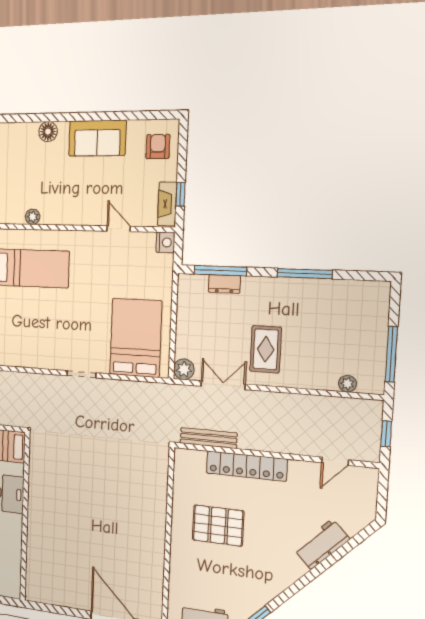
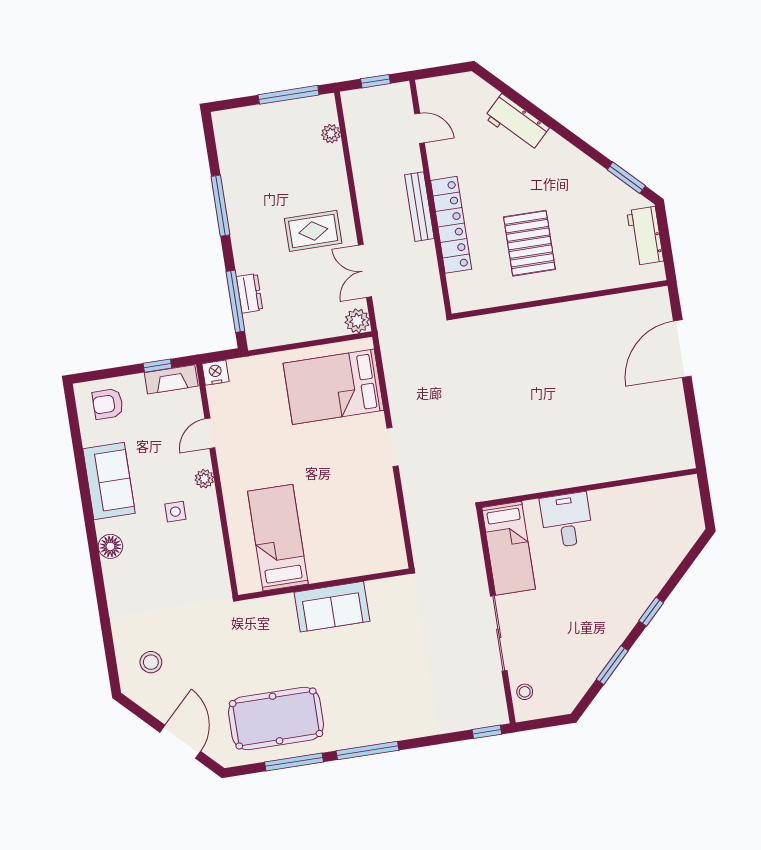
side table: (65, 189) -> (175, 512), added
plant: (33, 217) -> (204, 479), moved
bench: (208, 438) -> (419, 207), moved

